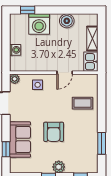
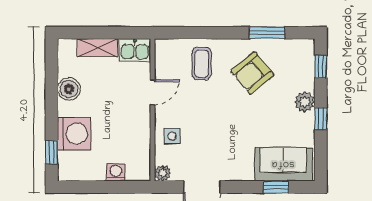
door: (65, 73) -> (153, 92), hinge flipped
armchair: (54, 132) -> (252, 73), moved, turned 140
sofa: (20, 140) -> (283, 164), moved

